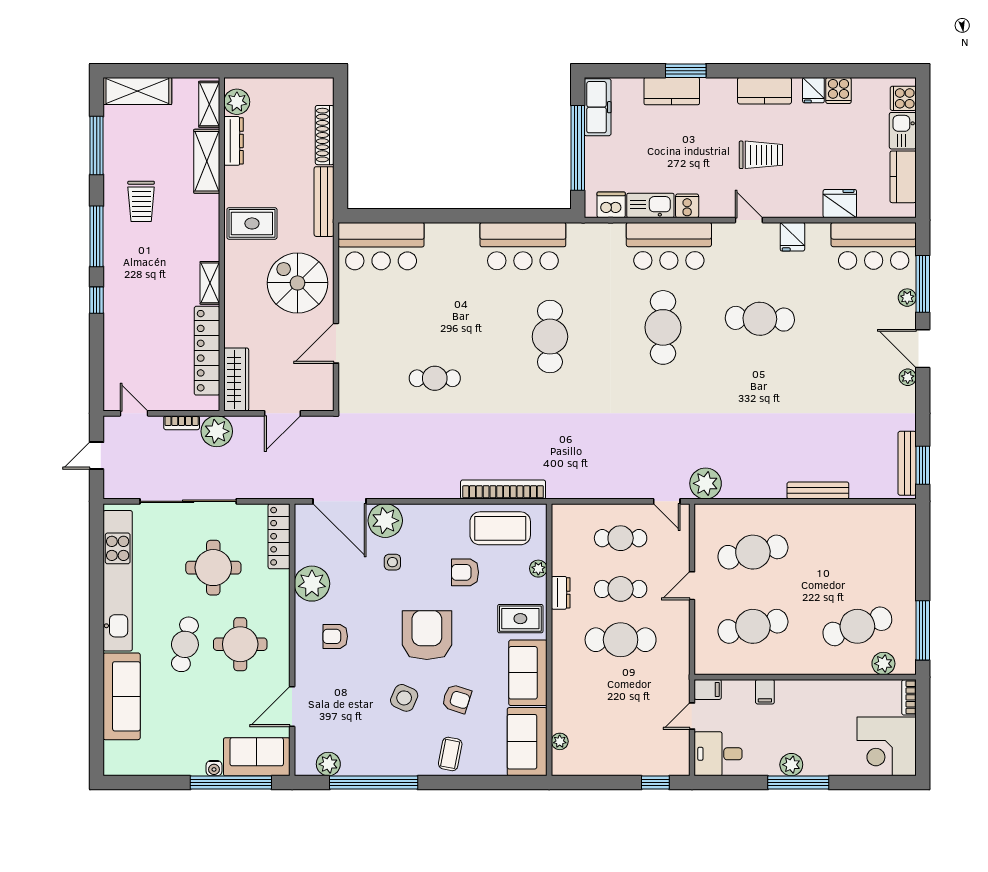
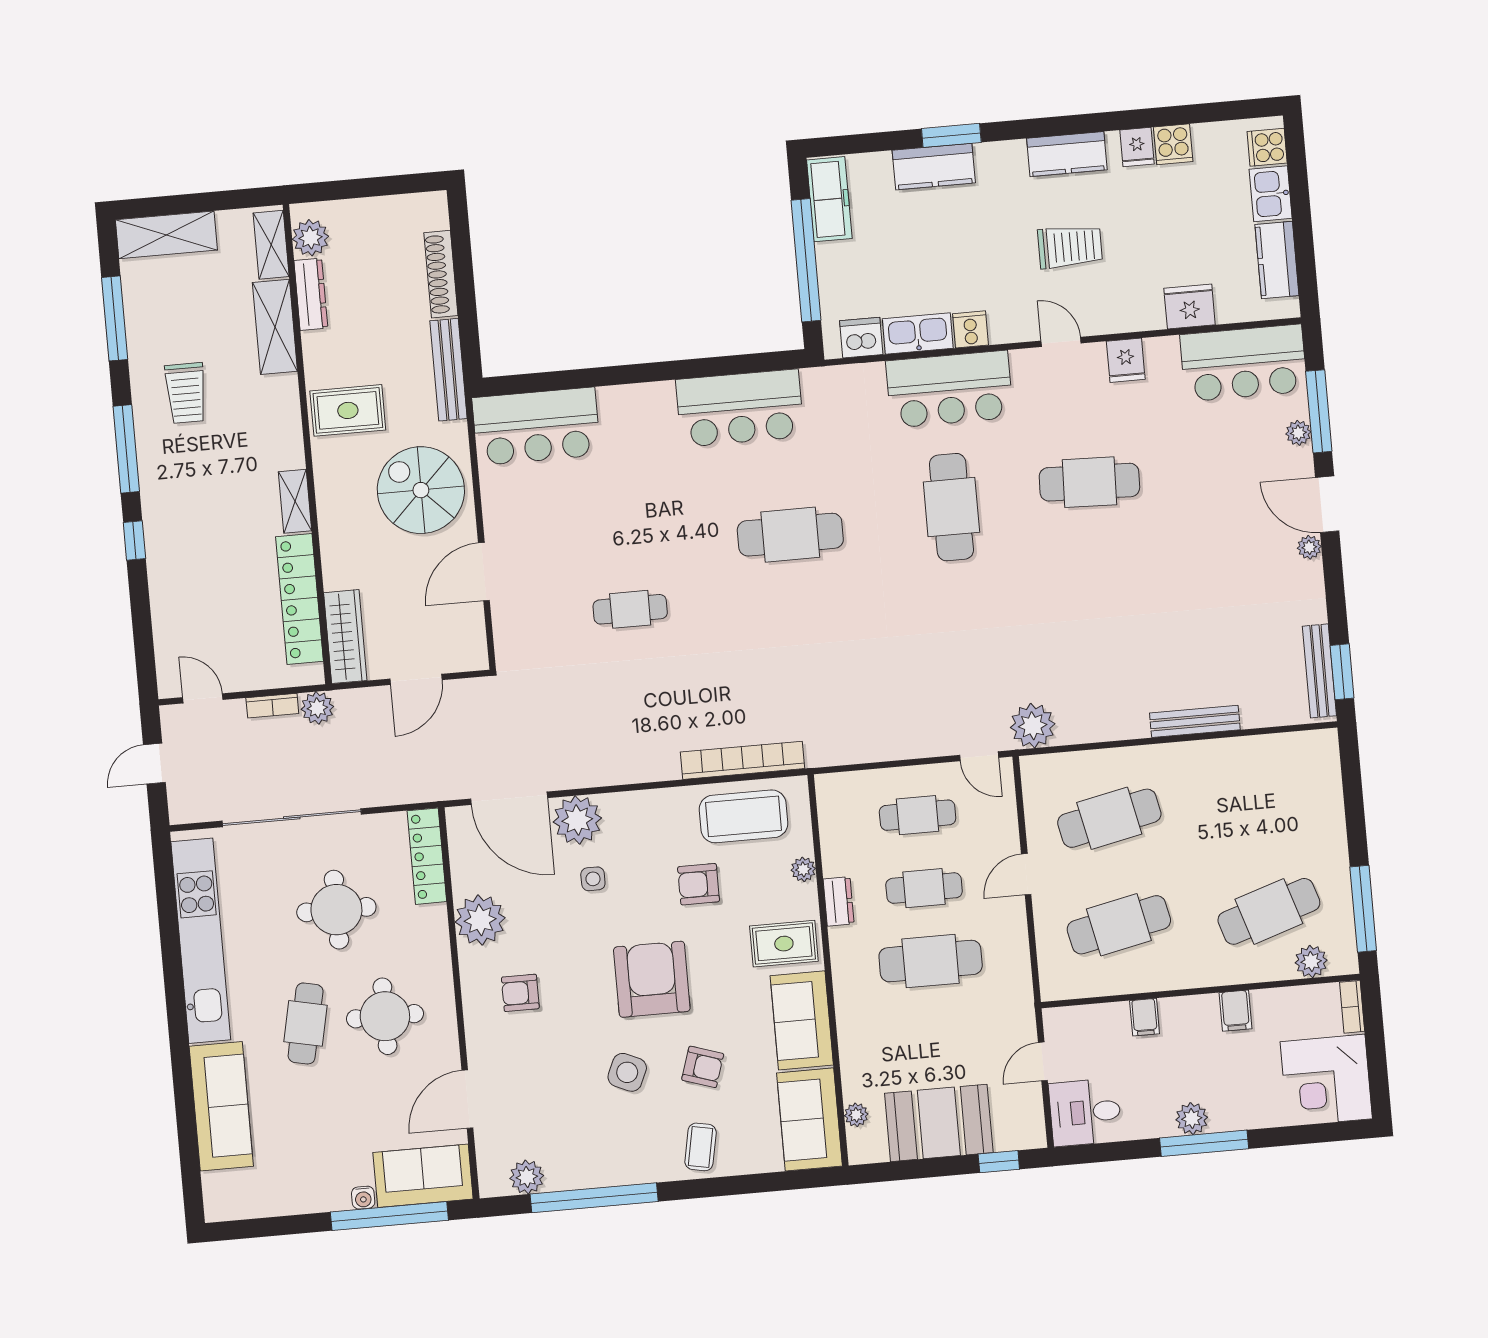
cafe table: (550, 337) -> (790, 535), turned 90
plant: (217, 431) -> (317, 708), width x0.73, depth x0.73
filing cabinet: (708, 689) -> (1235, 1011), moved, turned 90
booth: (616, 752) -> (939, 1123), added

